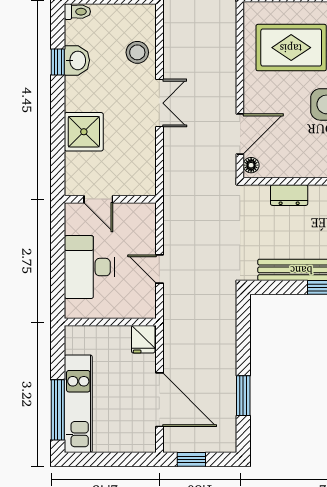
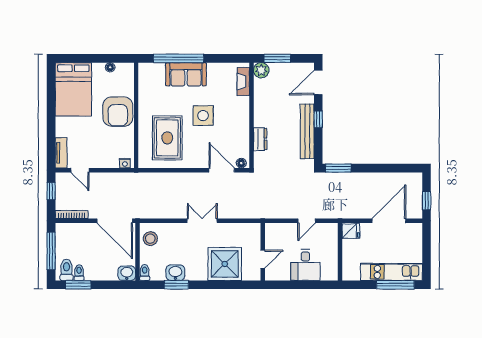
stool: (137, 52) -> (150, 239), moved
window: (58, 62) -> (176, 285), width x1.50
shower: (84, 132) -> (225, 264), width x1.37, depth x1.37
desk: (89, 267) -> (305, 265), width x0.73
window: (243, 396) -> (338, 168), moved

